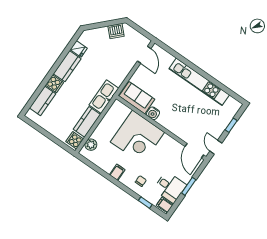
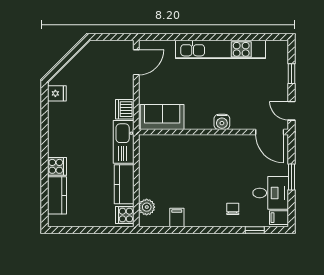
dishwasher: (116, 31) -> (125, 109), moved, turned 135
fridge: (79, 49) -> (57, 93), moved
door: (144, 55) -> (136, 62), hinge flipped
kitchen counter: (67, 66) -> (57, 136), removed
water cooler: (153, 113) -> (222, 122), moved
corner desk: (137, 137) -> (194, 161), removed
filing cabinet: (117, 172) -> (177, 218), moved

